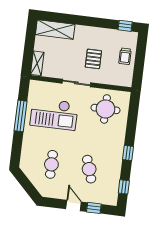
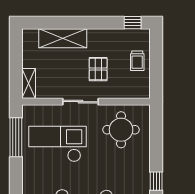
shelving: (55, 30) -> (63, 38), moved
checkout: (54, 114) -> (58, 144), turned 180
window: (21, 116) -> (16, 137), moved

